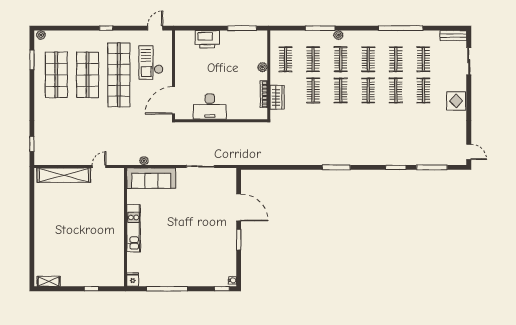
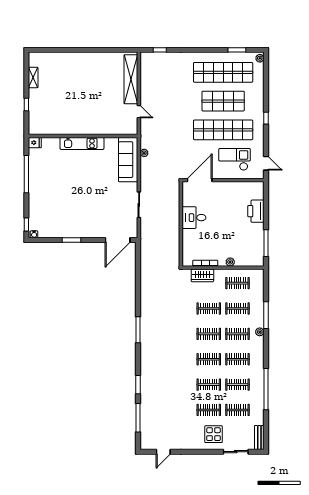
shop shelf: (56, 75) -> (223, 72), width x1.40
door: (174, 100) -> (200, 180), hinge flipped
display table: (456, 101) -> (214, 434), moved
desk: (210, 106) -> (194, 218), width x0.73
door: (469, 152) -> (163, 452), moved
door: (239, 207) -> (118, 240), moved
shelving: (49, 281) -> (33, 77), moved

